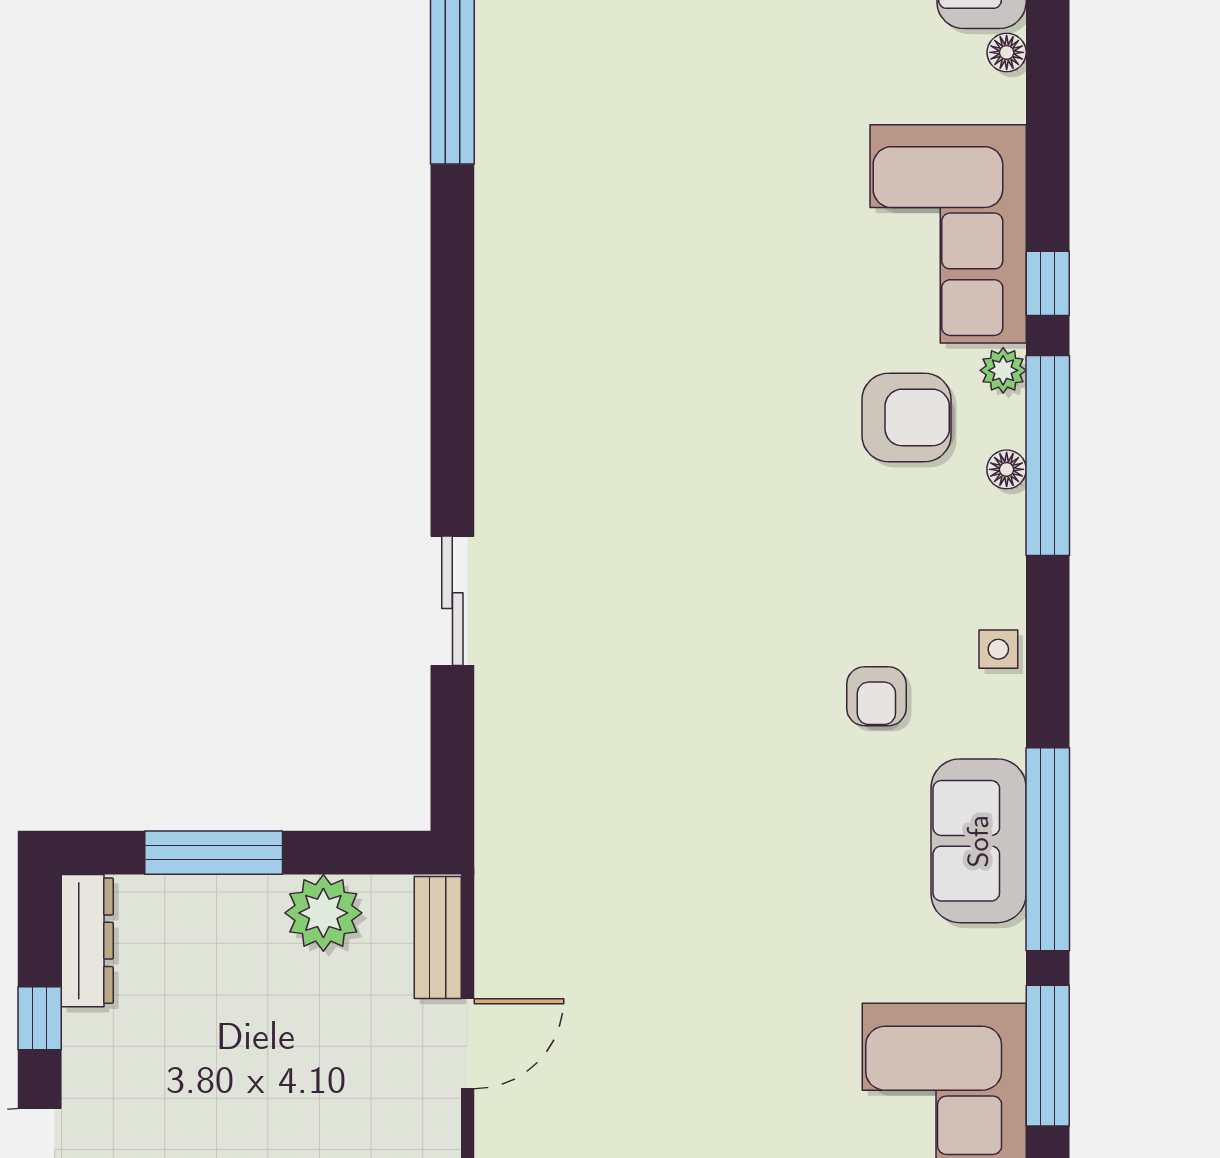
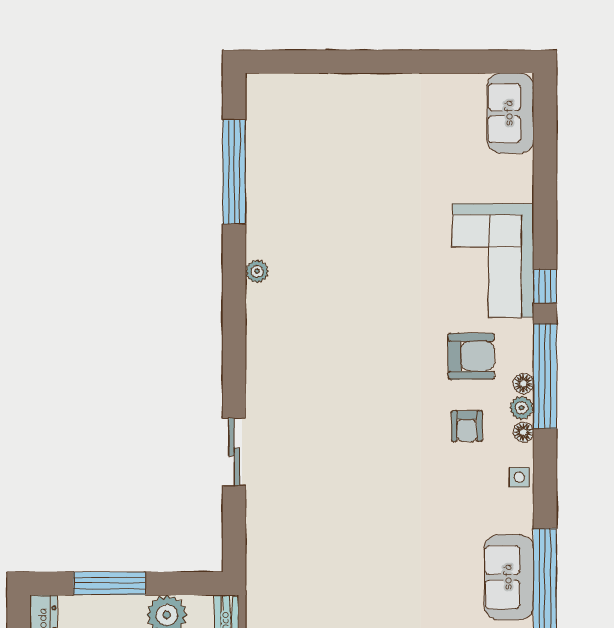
floor lamp: (1007, 52) -> (523, 432), moved
plant: (496, 255) -> (257, 271), added
plant: (1003, 370) -> (522, 408), moved
armchair: (876, 696) -> (467, 426), moved

